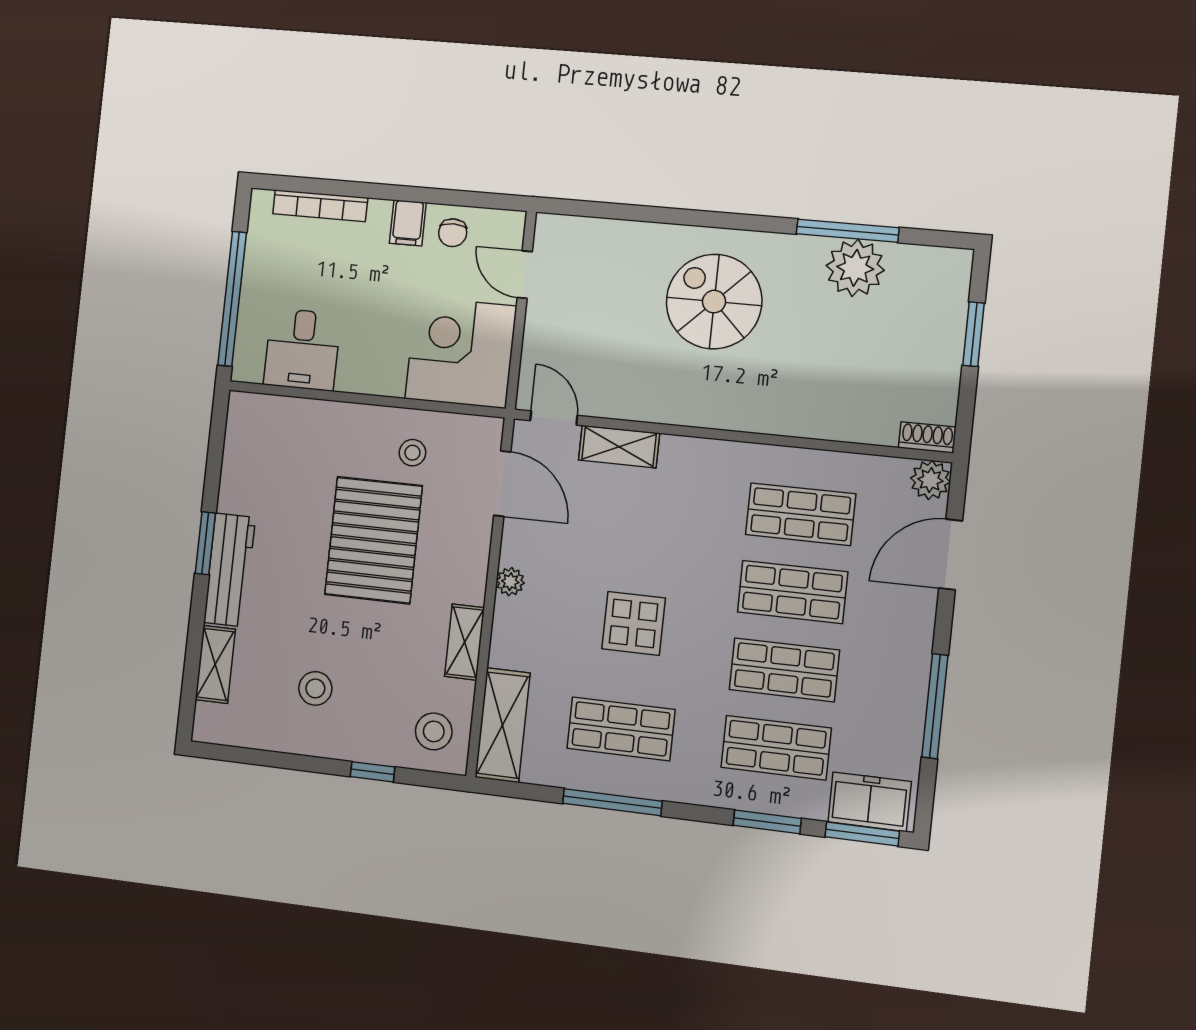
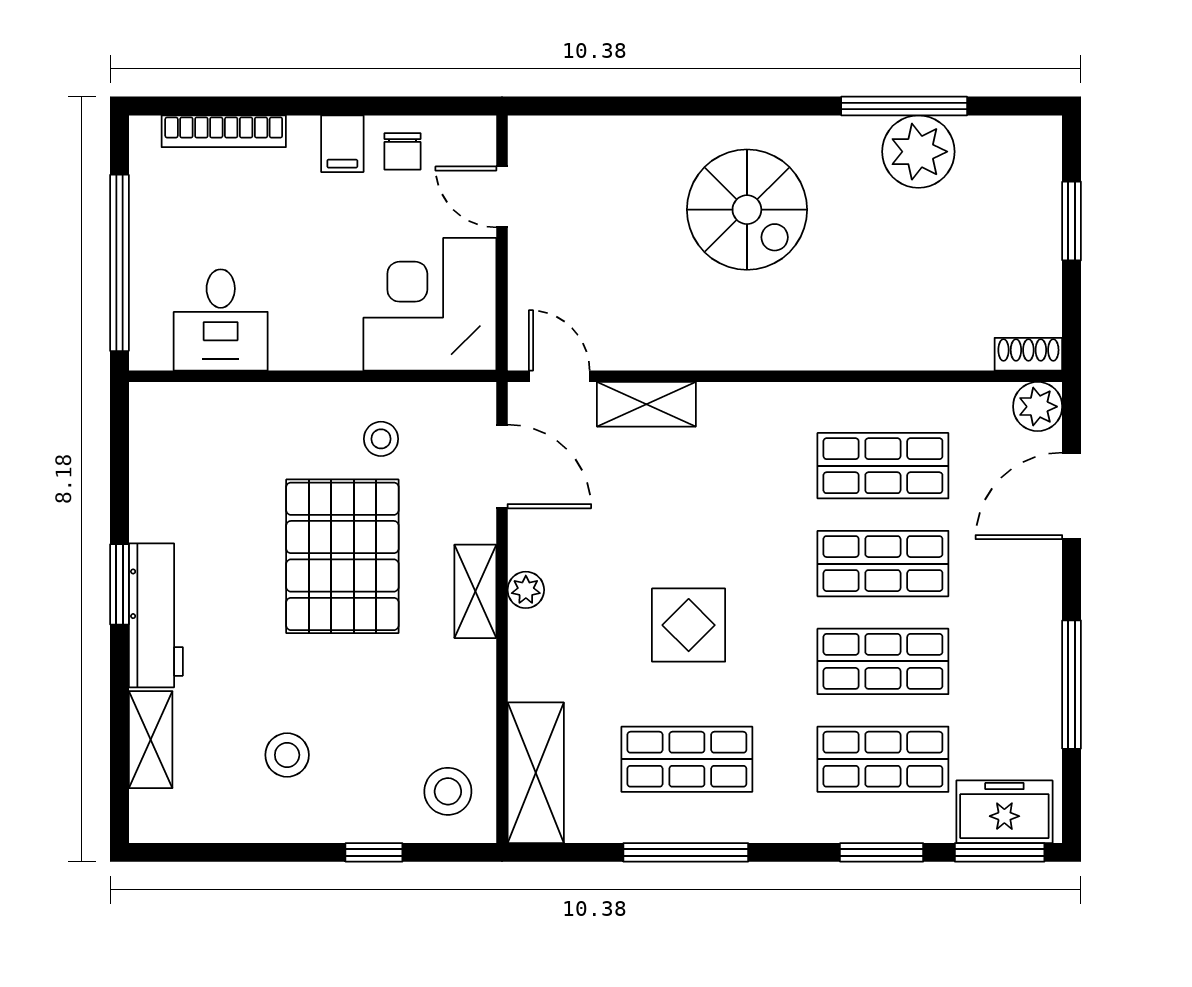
spiral stairs: (714, 302) -> (747, 210), turned 180
shelving: (465, 642) -> (475, 591), moved

